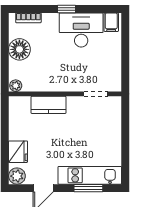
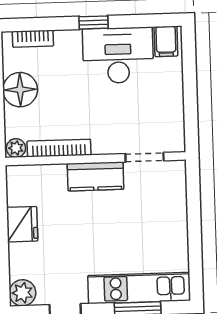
bookcase: (43, 87) -> (59, 148), added
kitchen counter: (49, 105) -> (95, 176), moved
fridge: (18, 152) -> (22, 224), moved

